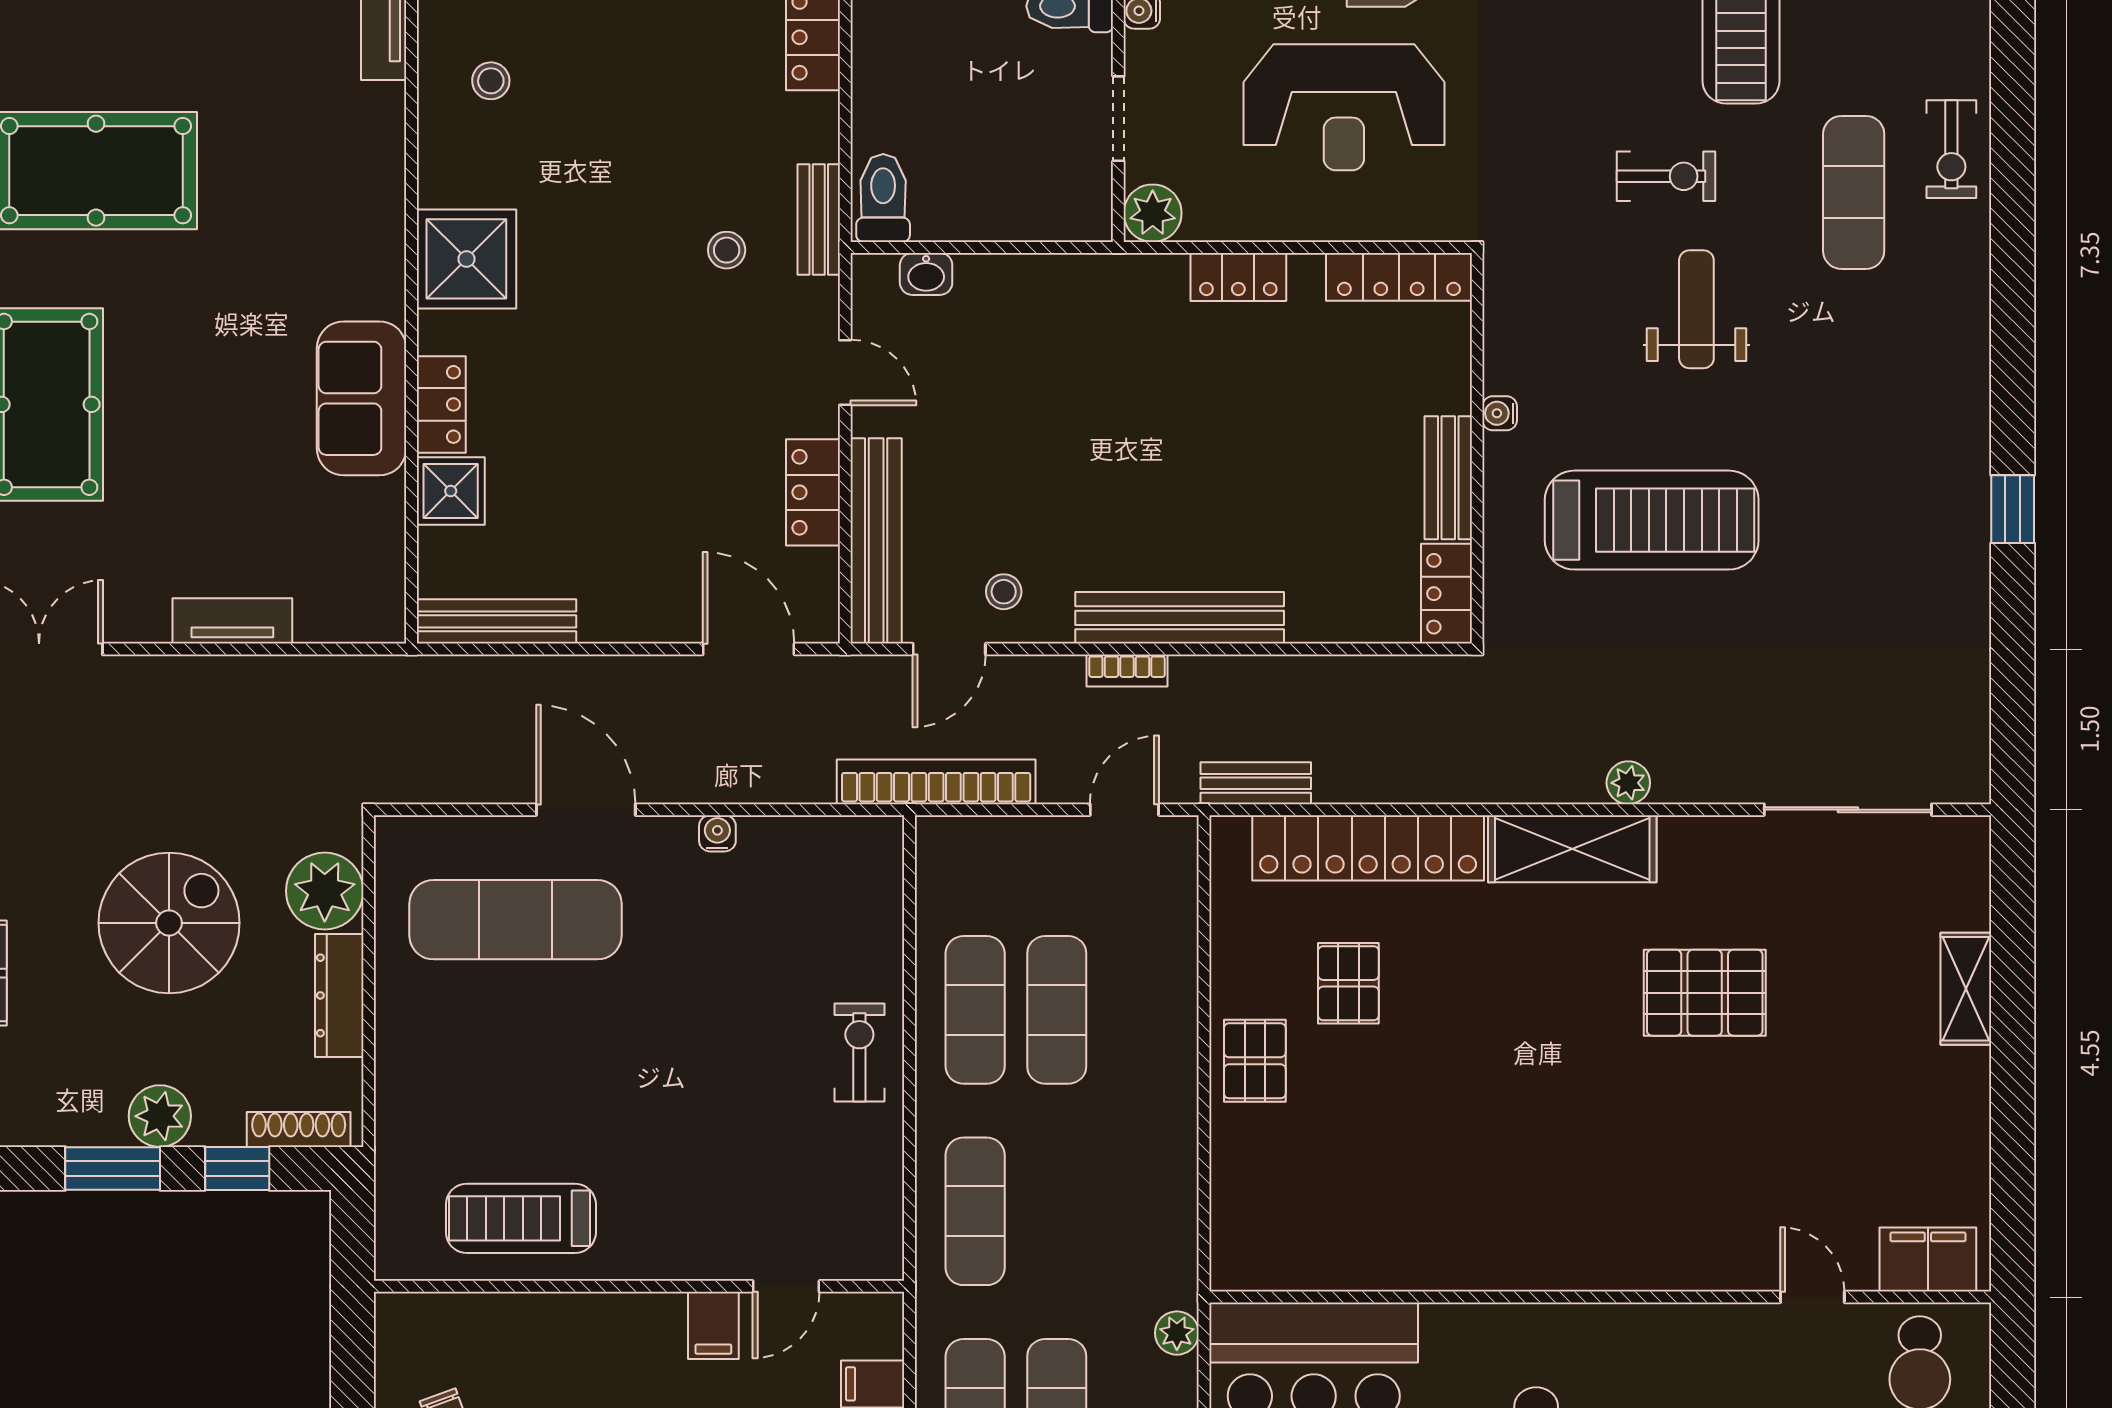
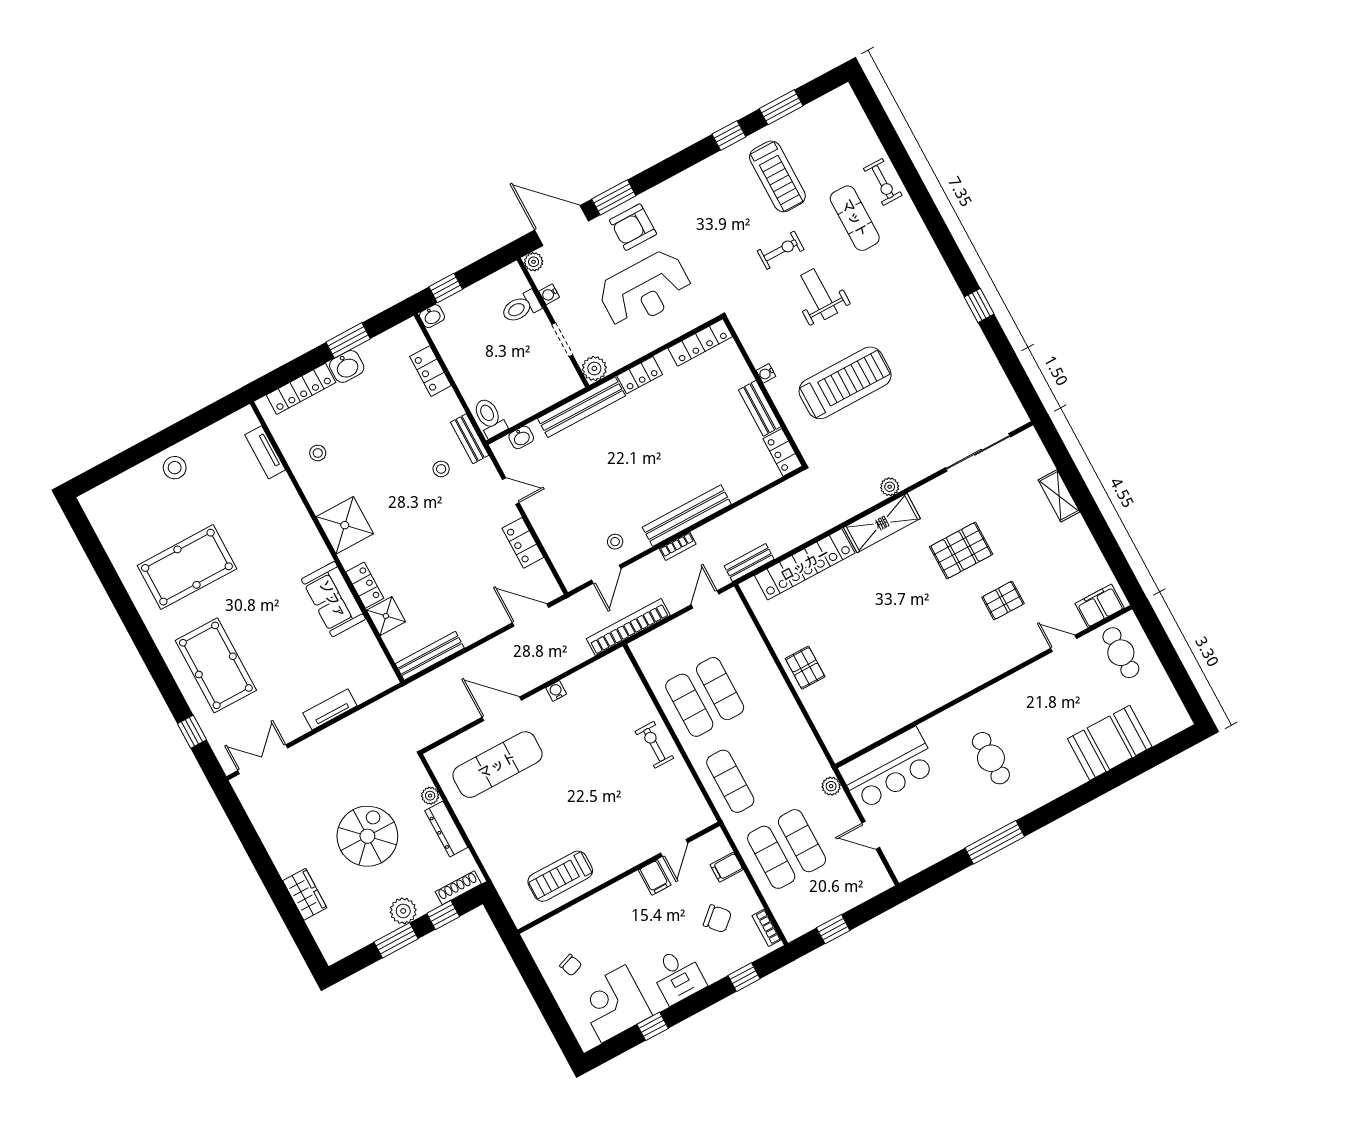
bench: (876, 541) -> (582, 407), moved, turned 90
plant: (325, 891) -> (430, 796), width x0.53, depth x0.53
pallet: (1348, 983) -> (1003, 600), moved, turned 90

